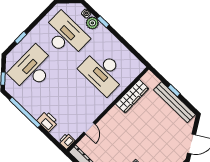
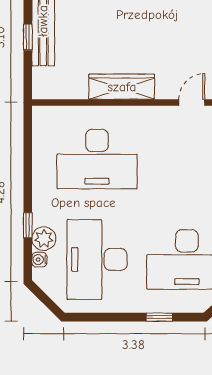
desk: (103, 72) -> (97, 159), turned 90
wardrobe: (132, 96) -> (122, 87), moved

